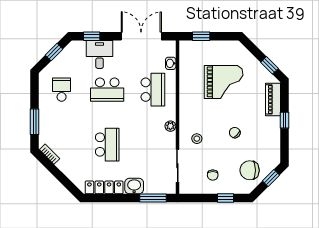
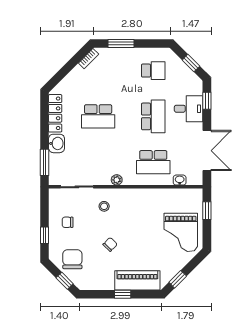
grand piano: (224, 82) -> (181, 232), moved
school desk: (107, 90) -> (153, 116), turned 180
piano: (273, 99) -> (137, 280), width x1.37, depth x1.33

